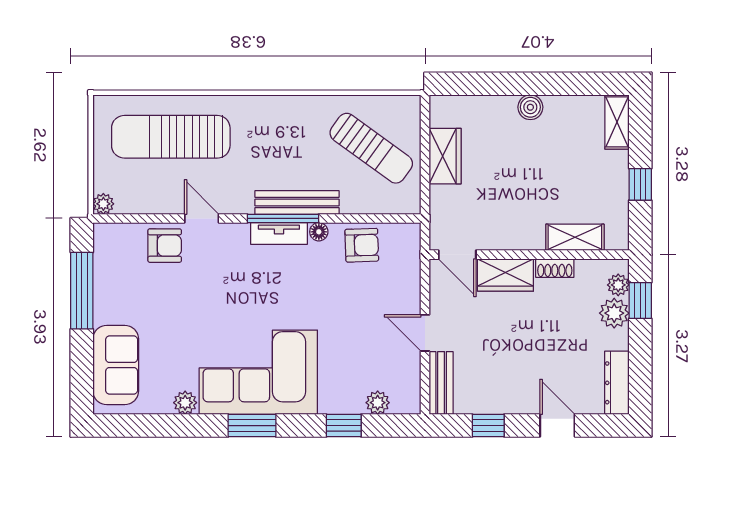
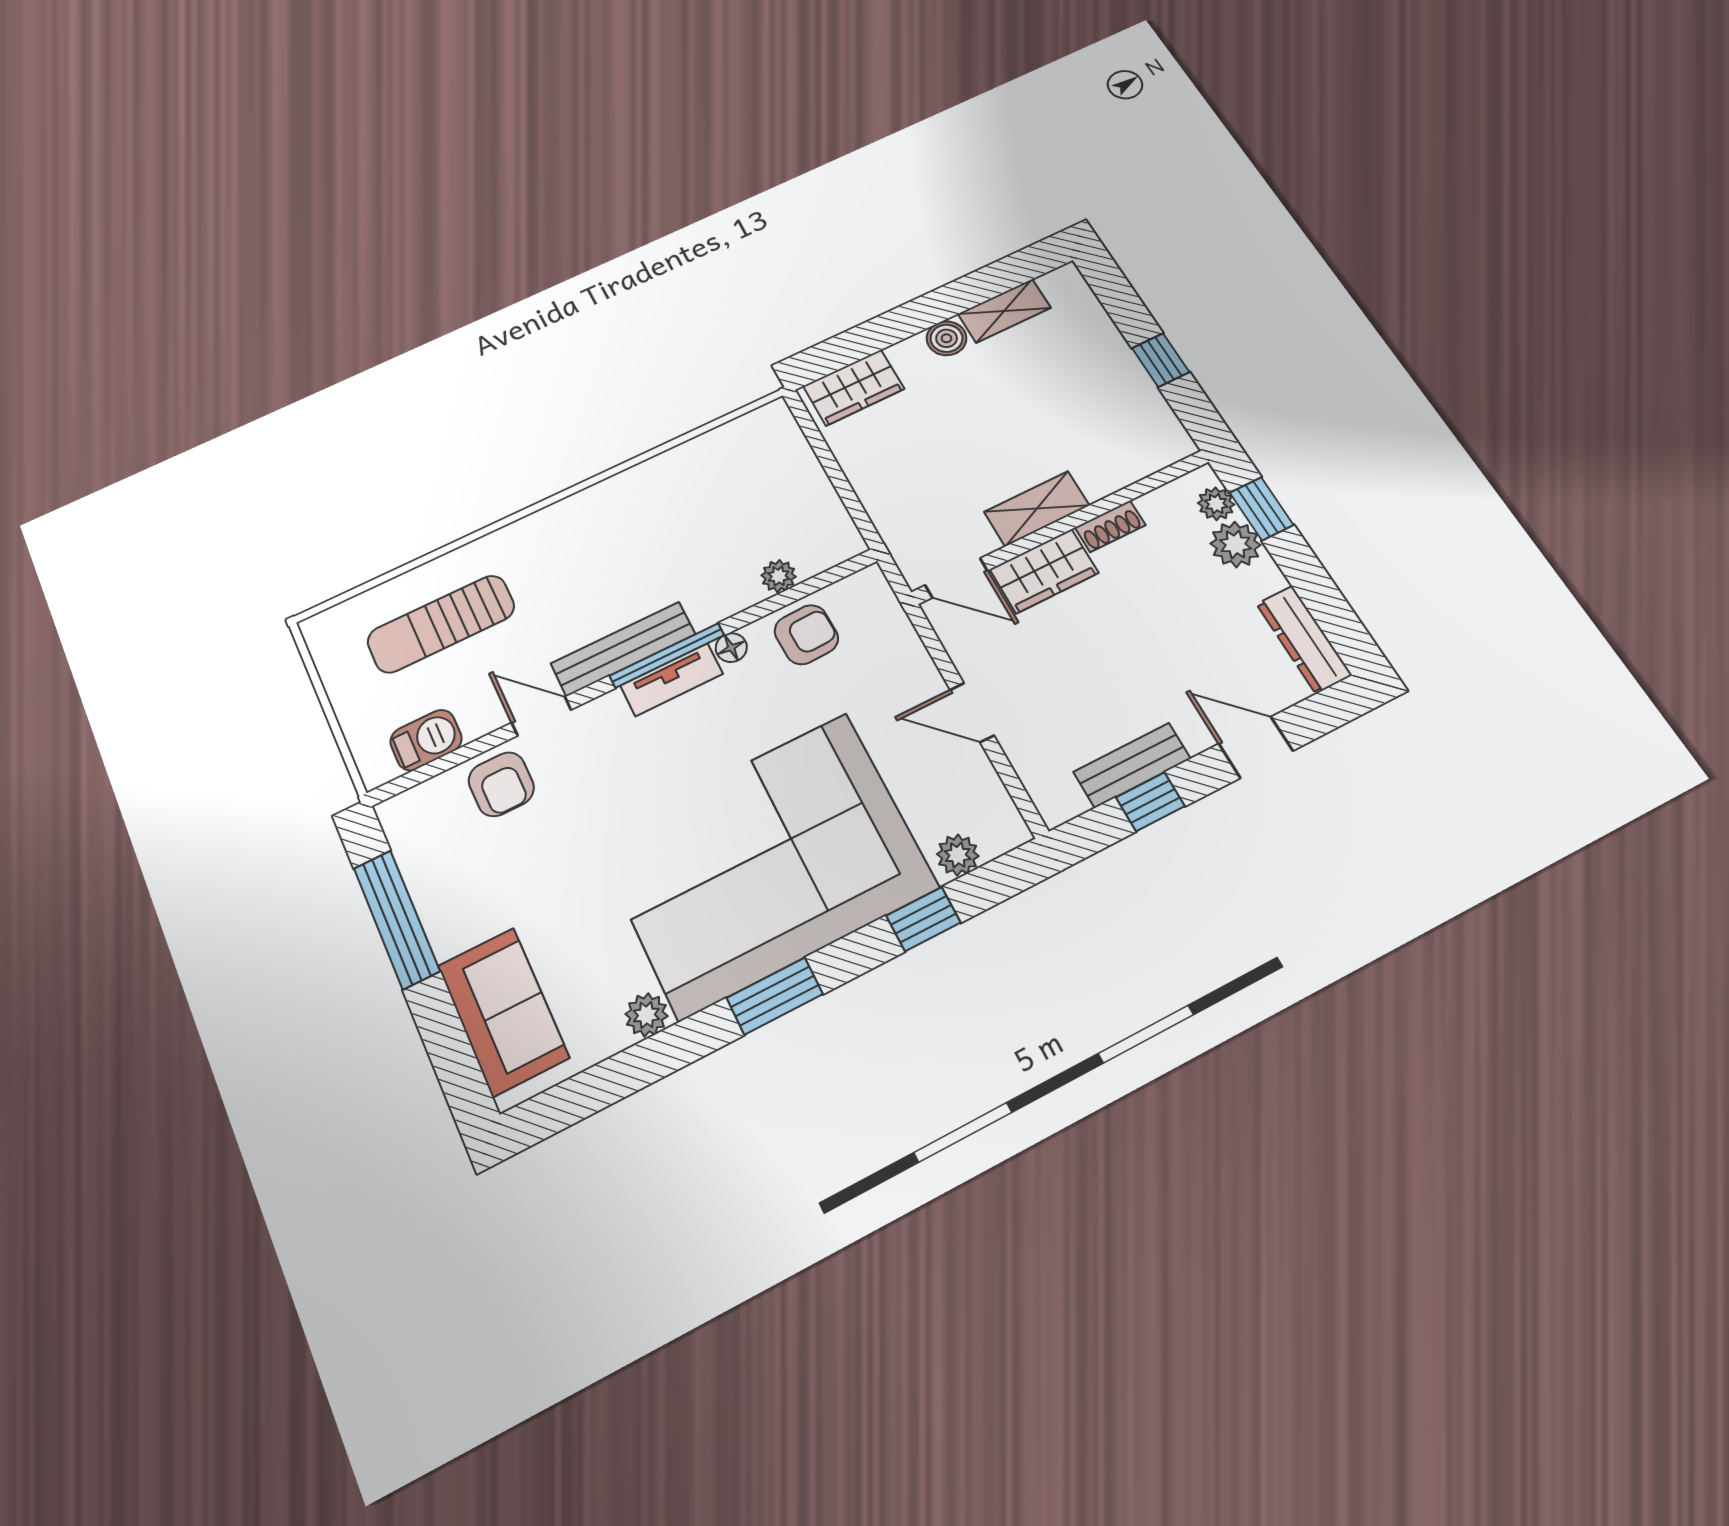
shelving: (617, 122) -> (1004, 311), moved, turned 90
sun lounger: (171, 137) -> (441, 624), width x0.73, depth x0.75
sun lounger: (371, 148) -> (749, 497), removed
wardrobe: (445, 156) -> (854, 388), moved, turned 90
barbecue: (136, 200) -> (426, 740), added
bench: (297, 203) -> (623, 649), moved
plant: (103, 204) -> (779, 576), moved
shelving: (575, 237) -> (1037, 509), moved
armchair: (165, 246) -> (501, 784), turned 90
corner sofa: (258, 372) -> (765, 863), width x1.36, depth x1.36
bench: (441, 383) -> (1132, 765), moved, turned 90

